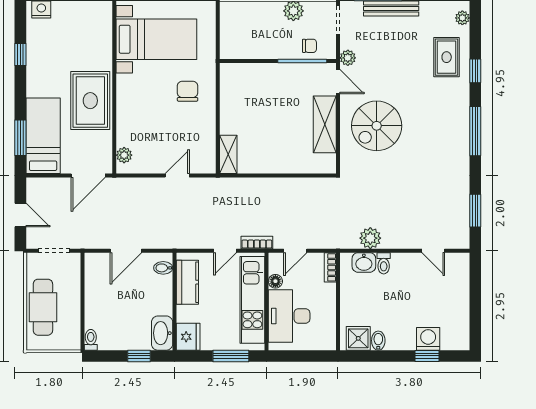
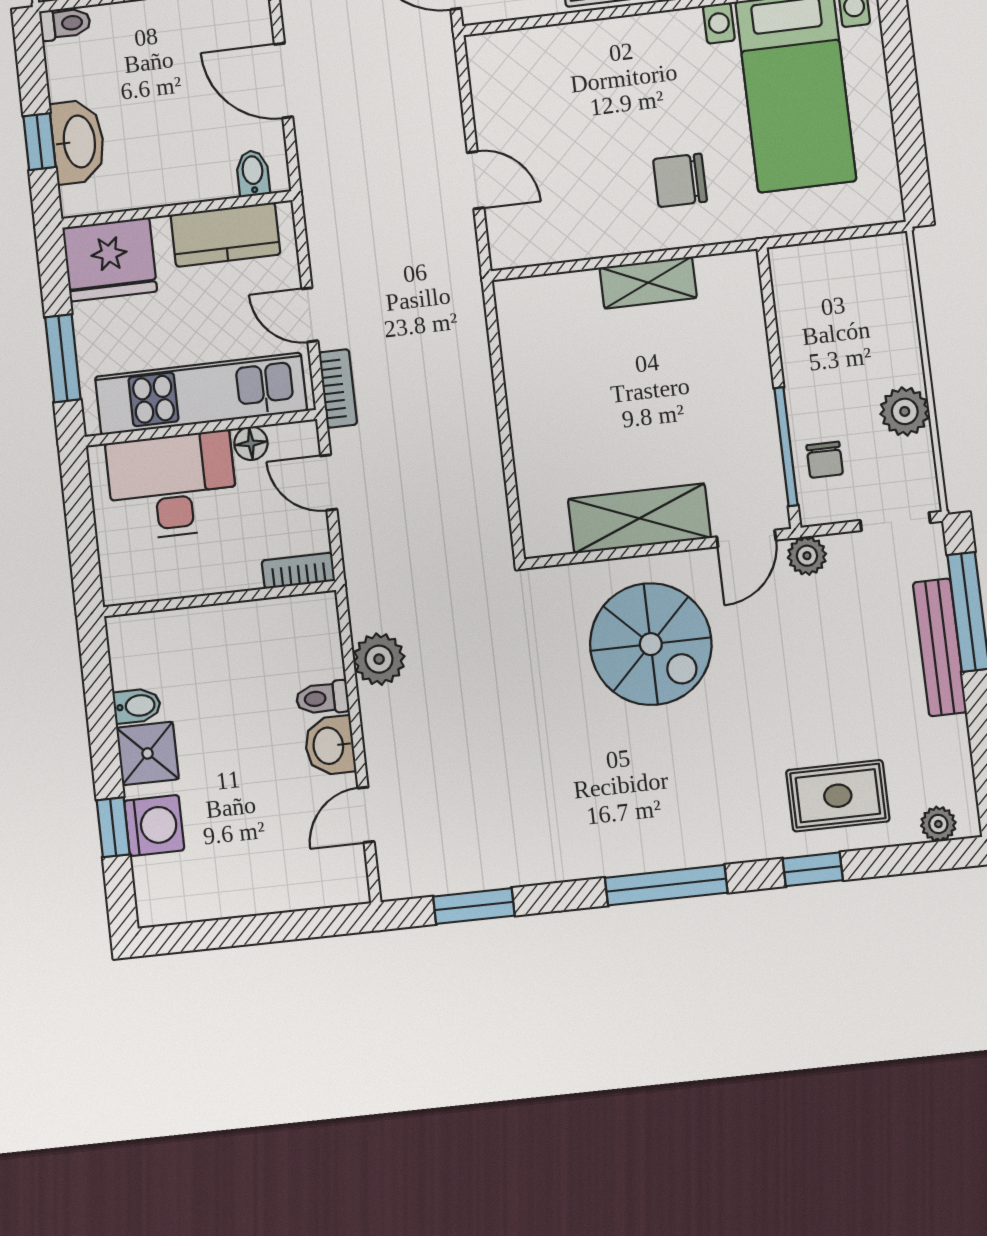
chair: (188, 91) -> (680, 180), turned 180
spiral stairs: (377, 126) -> (651, 644), turned 180
shelving: (228, 154) -> (648, 283), moved
plant: (124, 155) -> (509, 48), removed
washbasin: (364, 262) -> (330, 746), moved
washbasin: (162, 333) -> (78, 142), moved, turned 90
fridge: (188, 337) -> (110, 260), width x1.36, depth x1.34
shower: (358, 338) -> (148, 753), moved

